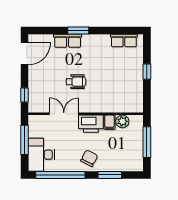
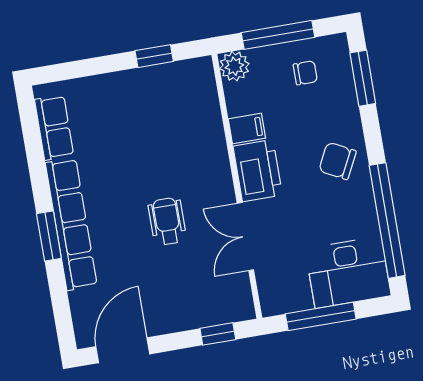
row of seats: (68, 41) -> (71, 224), width x2.02
door: (25, 54) -> (123, 350), hinge flipped
window: (147, 72) -> (154, 56), moved
plant: (122, 121) -> (234, 66), moved
chair: (129, 151) -> (305, 73), added
window: (110, 175) -> (363, 78), moved

